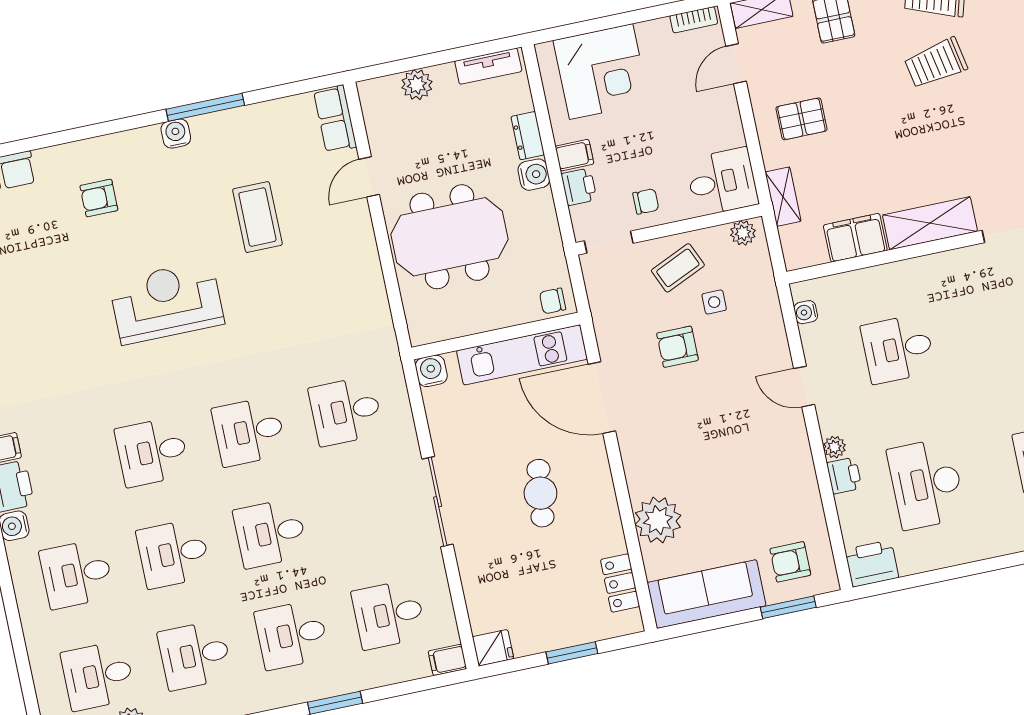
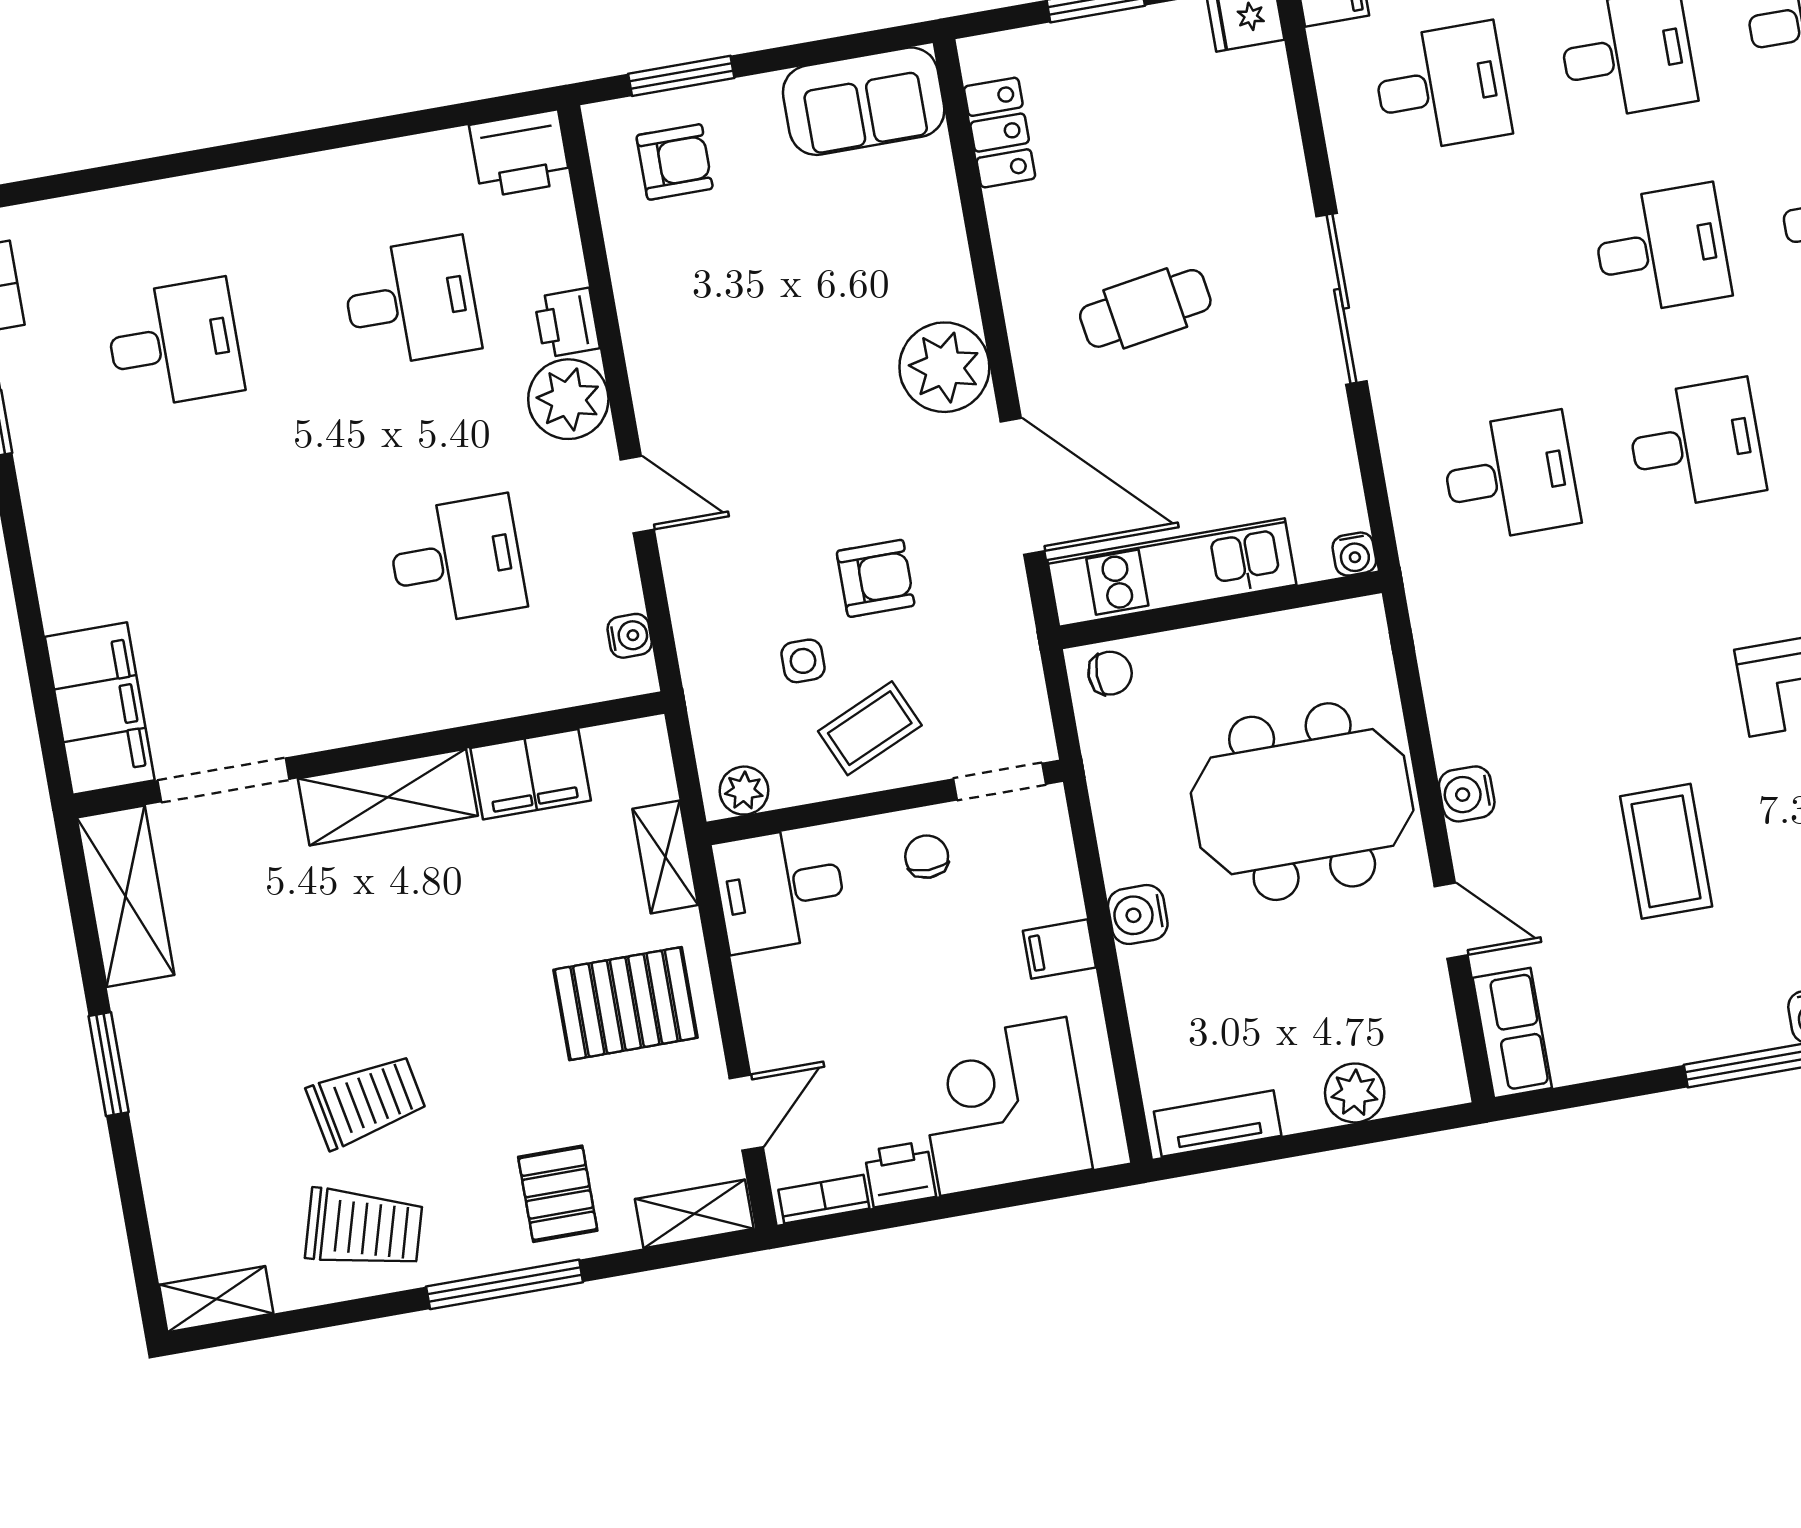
pallet: (801, 119) -> (625, 1004), width x1.50, depth x1.42
dresser: (528, 136) -> (1147, 989), removed
door: (369, 177) -> (1451, 921), hinge flipped
printer: (579, 187) -> (900, 1174), moved, turned 90
chair: (646, 201) -> (927, 857), turned 90
water cooler: (363, 244) -> (1467, 794), added
water cooler: (431, 371) -> (1354, 554), width x0.72, depth x0.72
plant: (834, 447) -> (568, 399), width x1.88, depth x1.88
desk: (926, 484) -> (411, 302), width x0.73
cafe table: (540, 493) -> (1145, 308), turned 74
plant: (658, 520) -> (944, 367), moved
sofa: (707, 594) -> (864, 101), width x0.73

